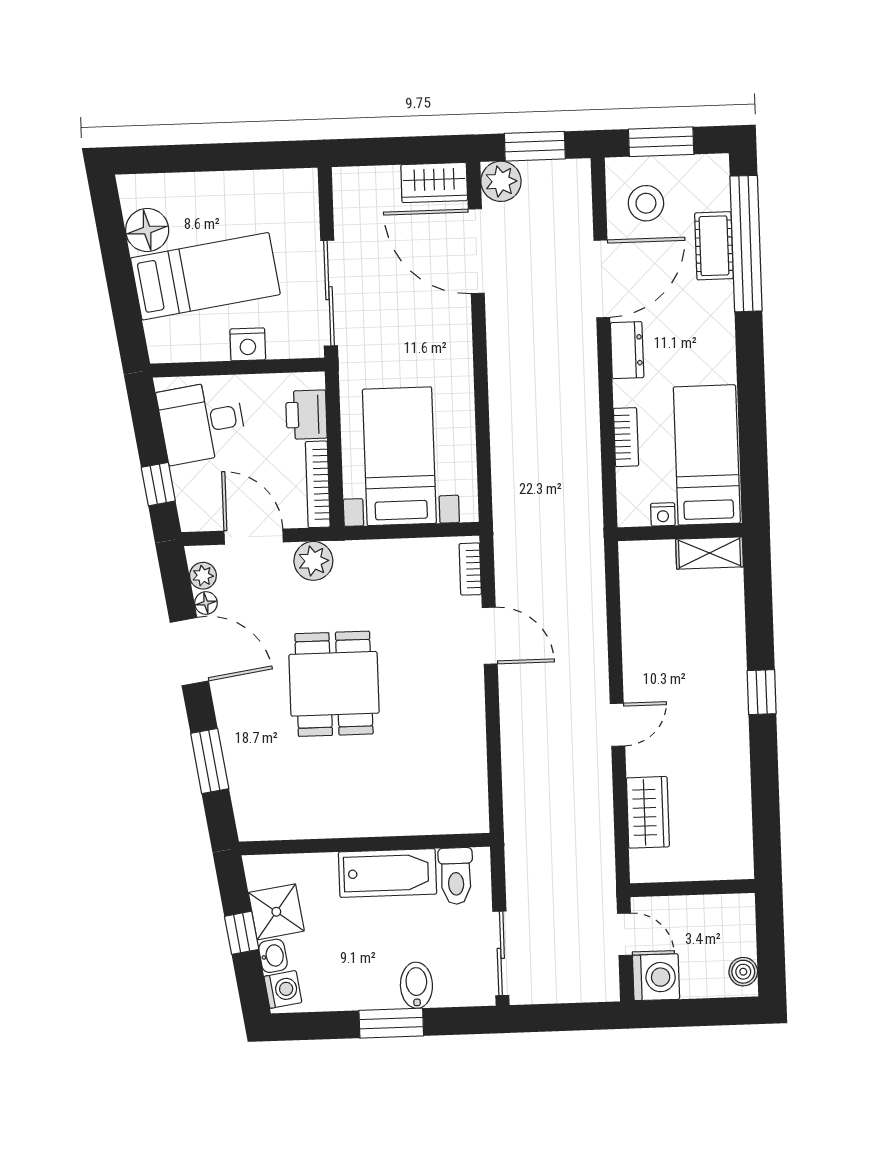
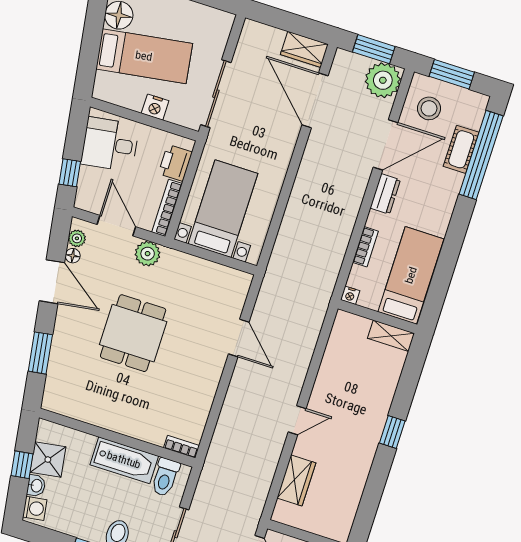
plant: (501, 181) -> (383, 80), moved, width x1.36, depth x1.36
nightstand: (663, 514) -> (350, 295), moved
bookcase: (470, 569) -> (181, 447), moved, turned 90

